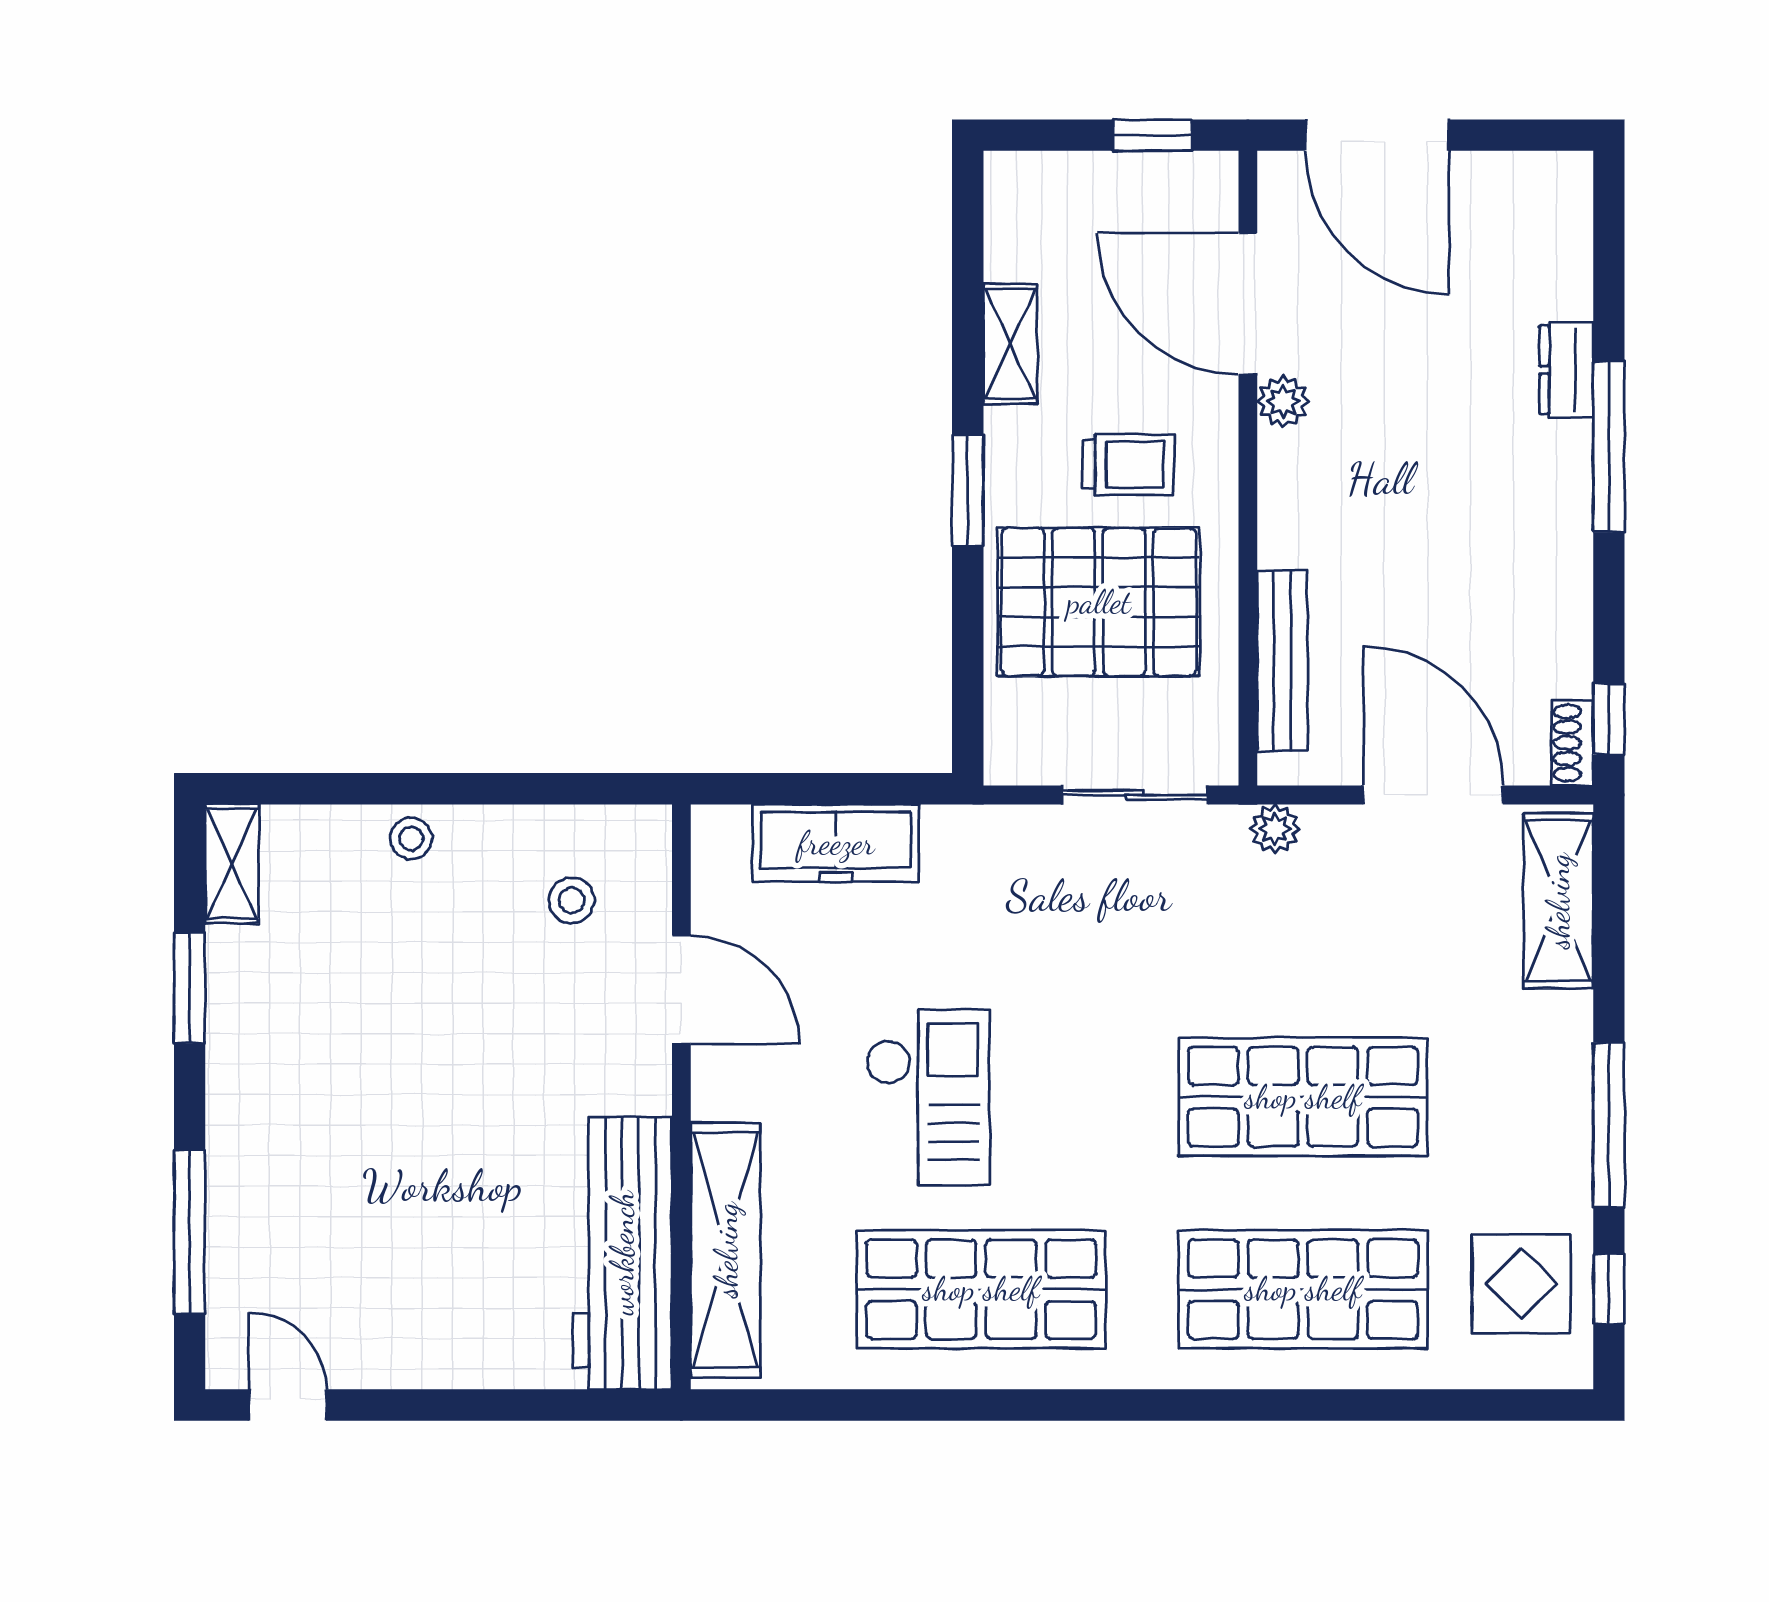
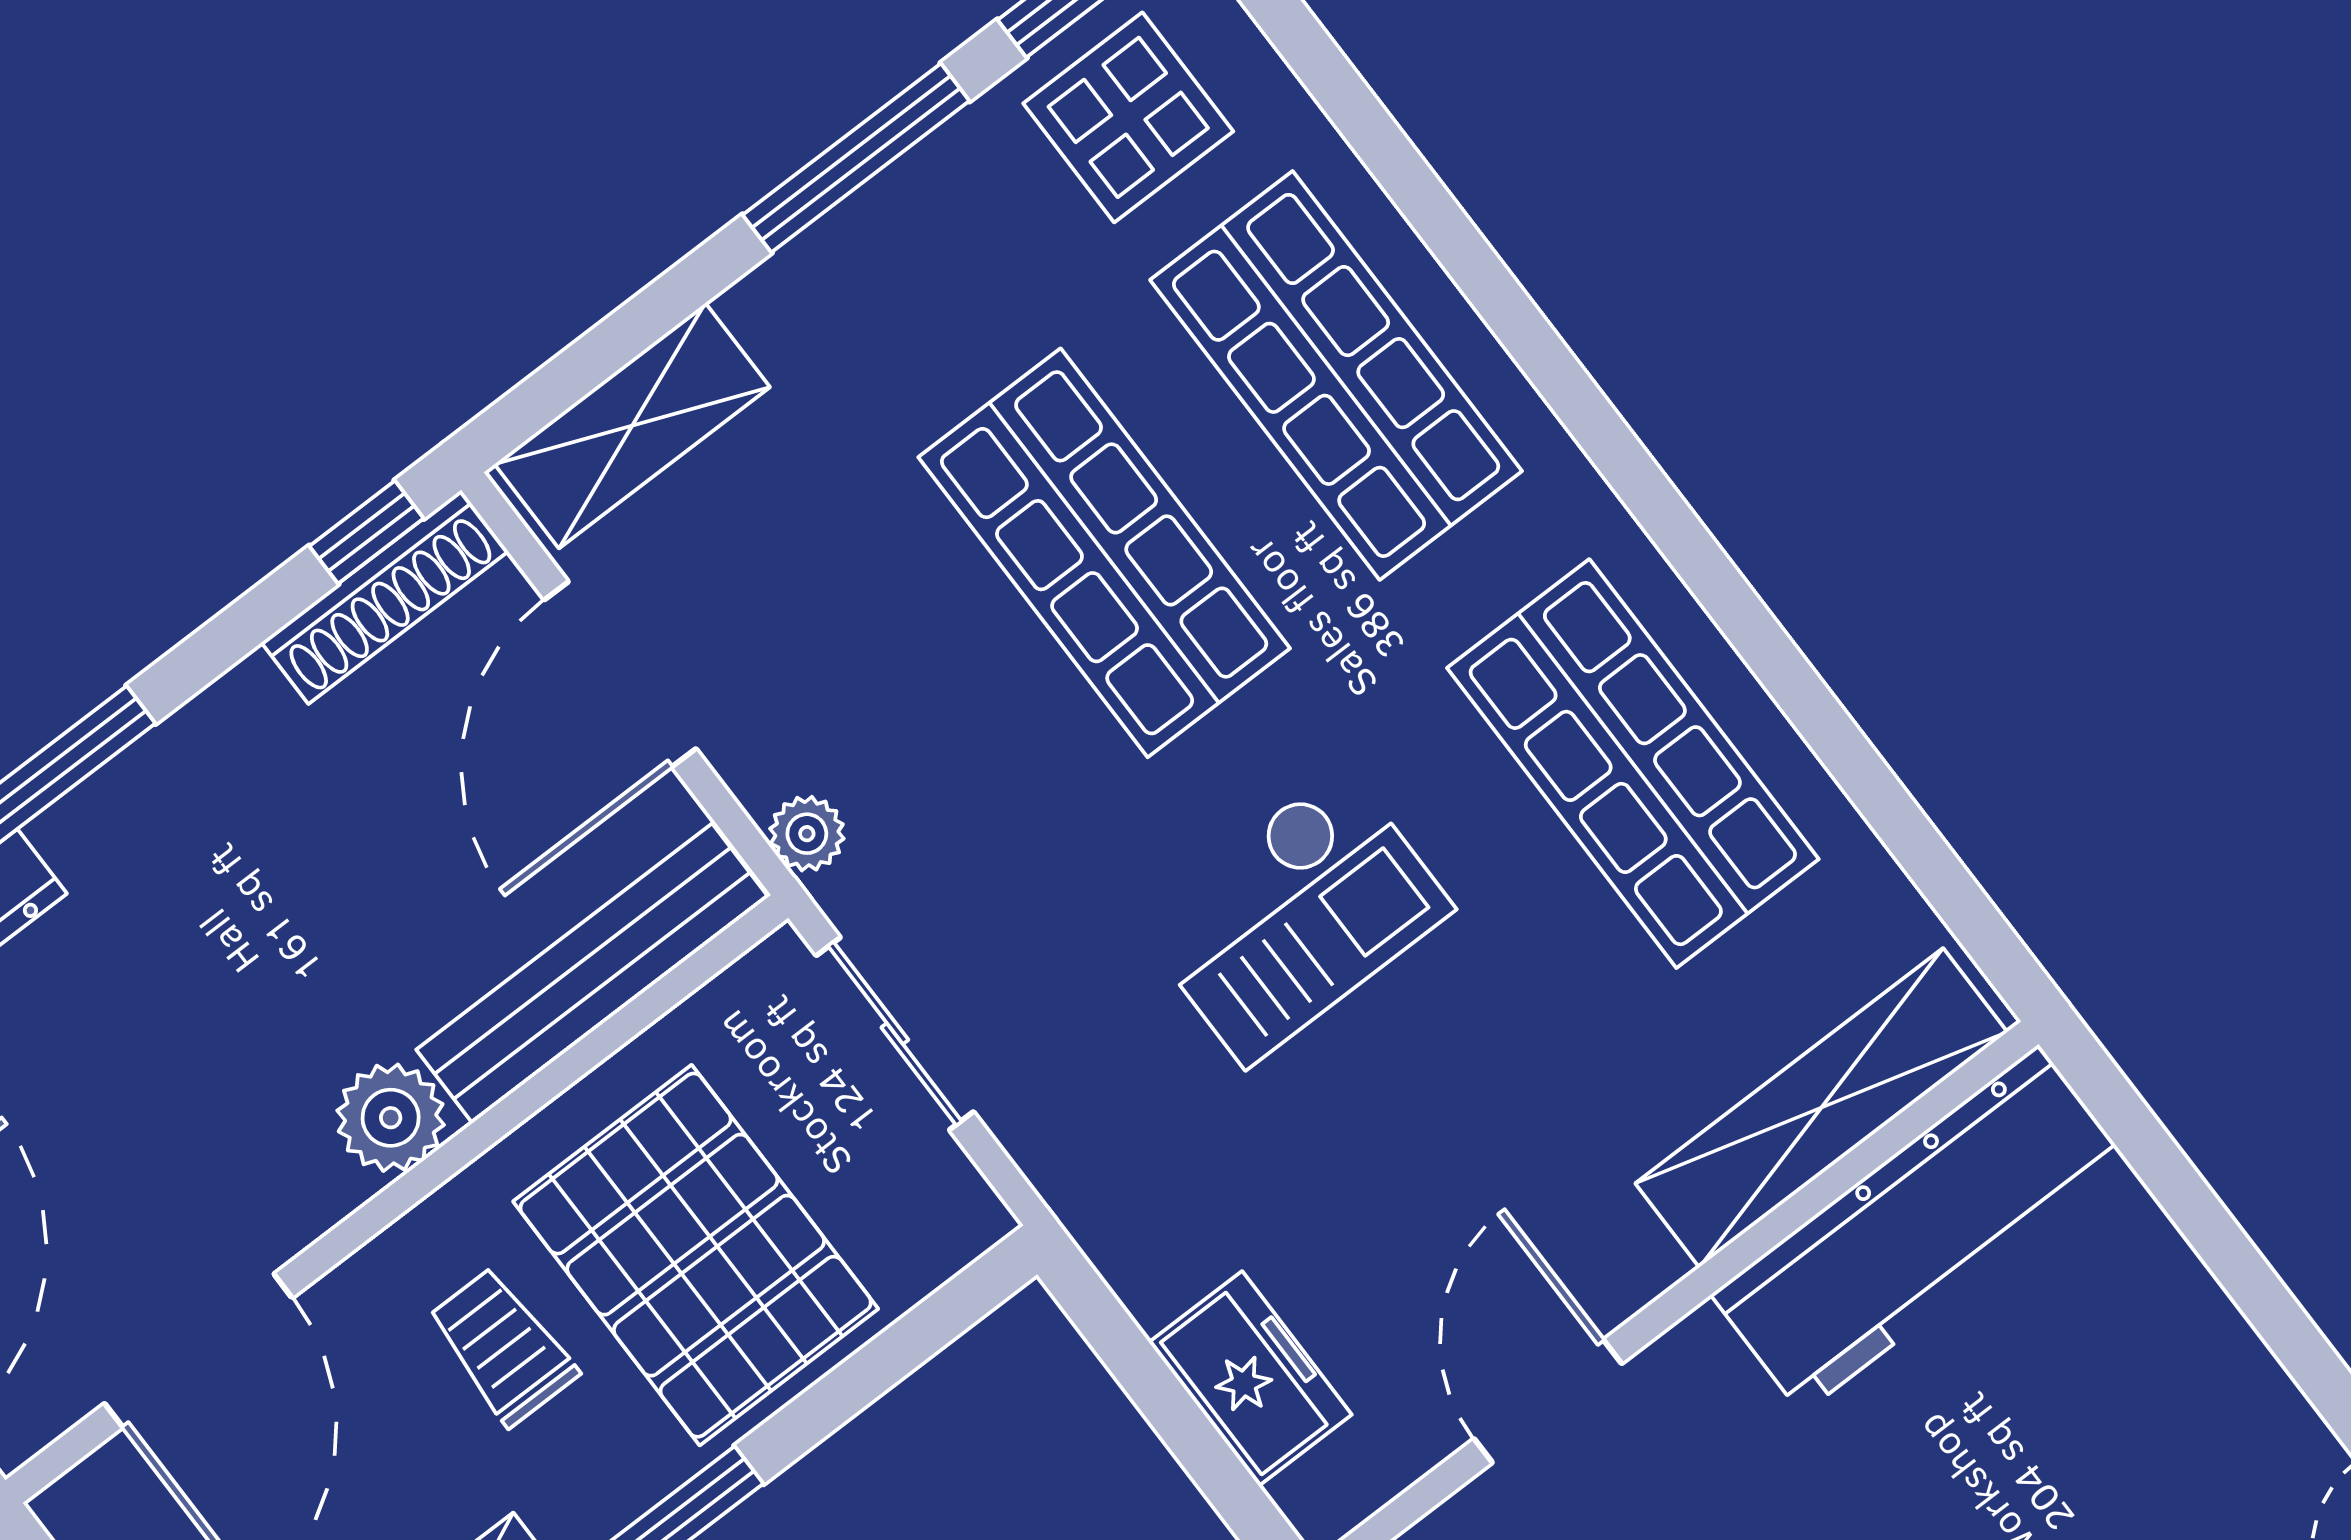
plant: (1283, 401) -> (391, 1118), moved, width x1.38, depth x1.38
bench: (1282, 661) -> (592, 973), width x1.37, depth x1.21
shoe rack: (1573, 743) -> (385, 597), width x1.94, depth x1.24
freezer: (836, 843) -> (1250, 1379), width x0.71
checkout: (928, 1097) -> (1294, 916), moved, turned 180

